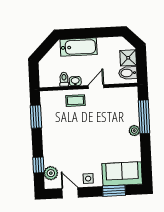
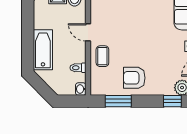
washbasin: (75, 81) -> (81, 89), moved
armchair: (57, 130) -> (134, 78), added

